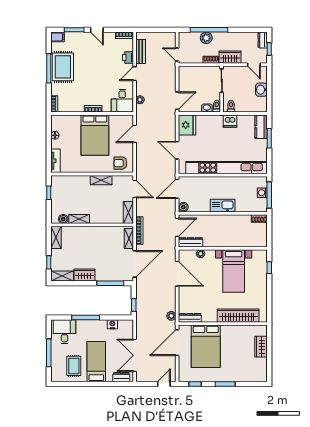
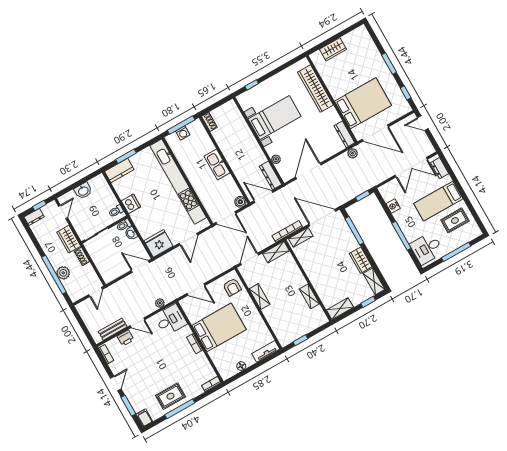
rug: (63, 67) -> (171, 396), width x0.73, depth x0.70
boiler: (63, 219) -> (318, 312), removed

